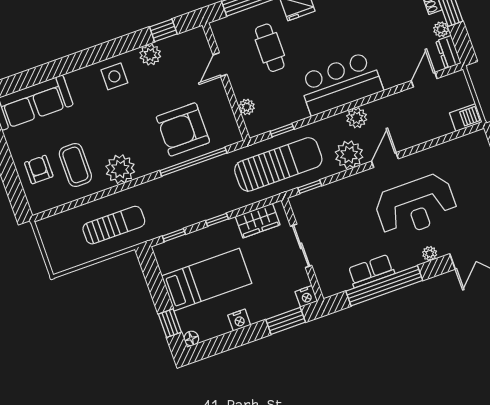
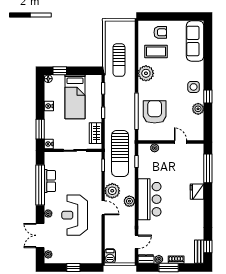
window: (163, 30) -> (208, 97), moved
cafe table: (270, 48) -> (180, 170), removed
door: (424, 80) -> (137, 242), hinge flipped

